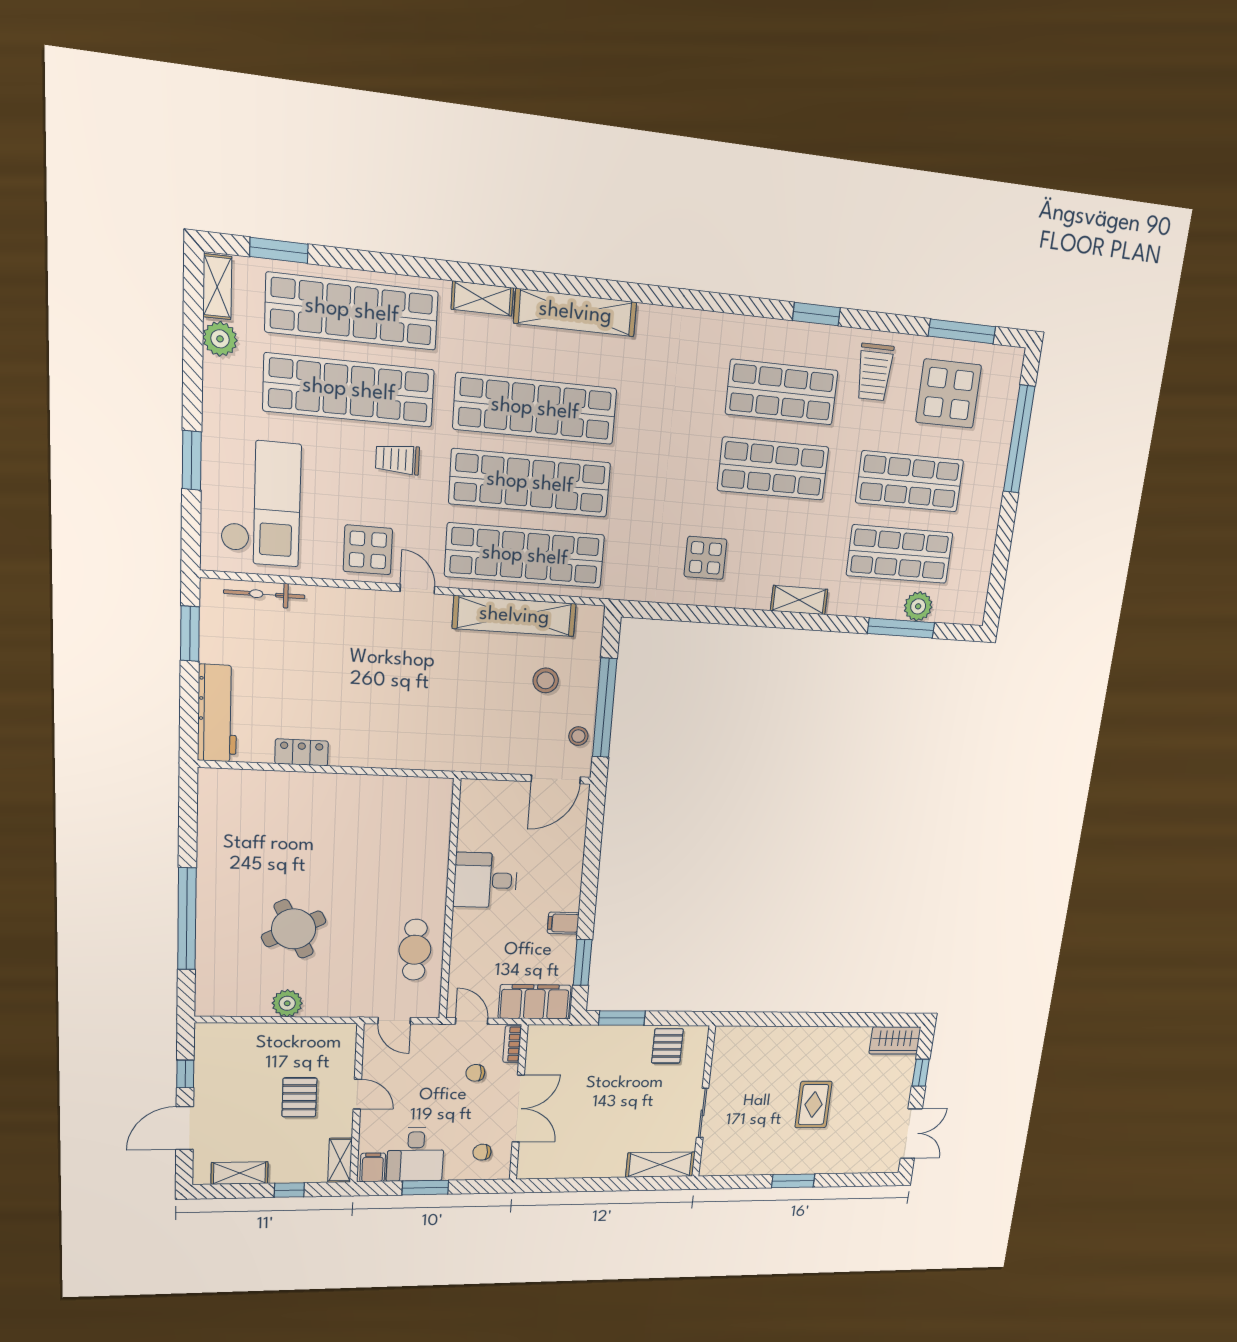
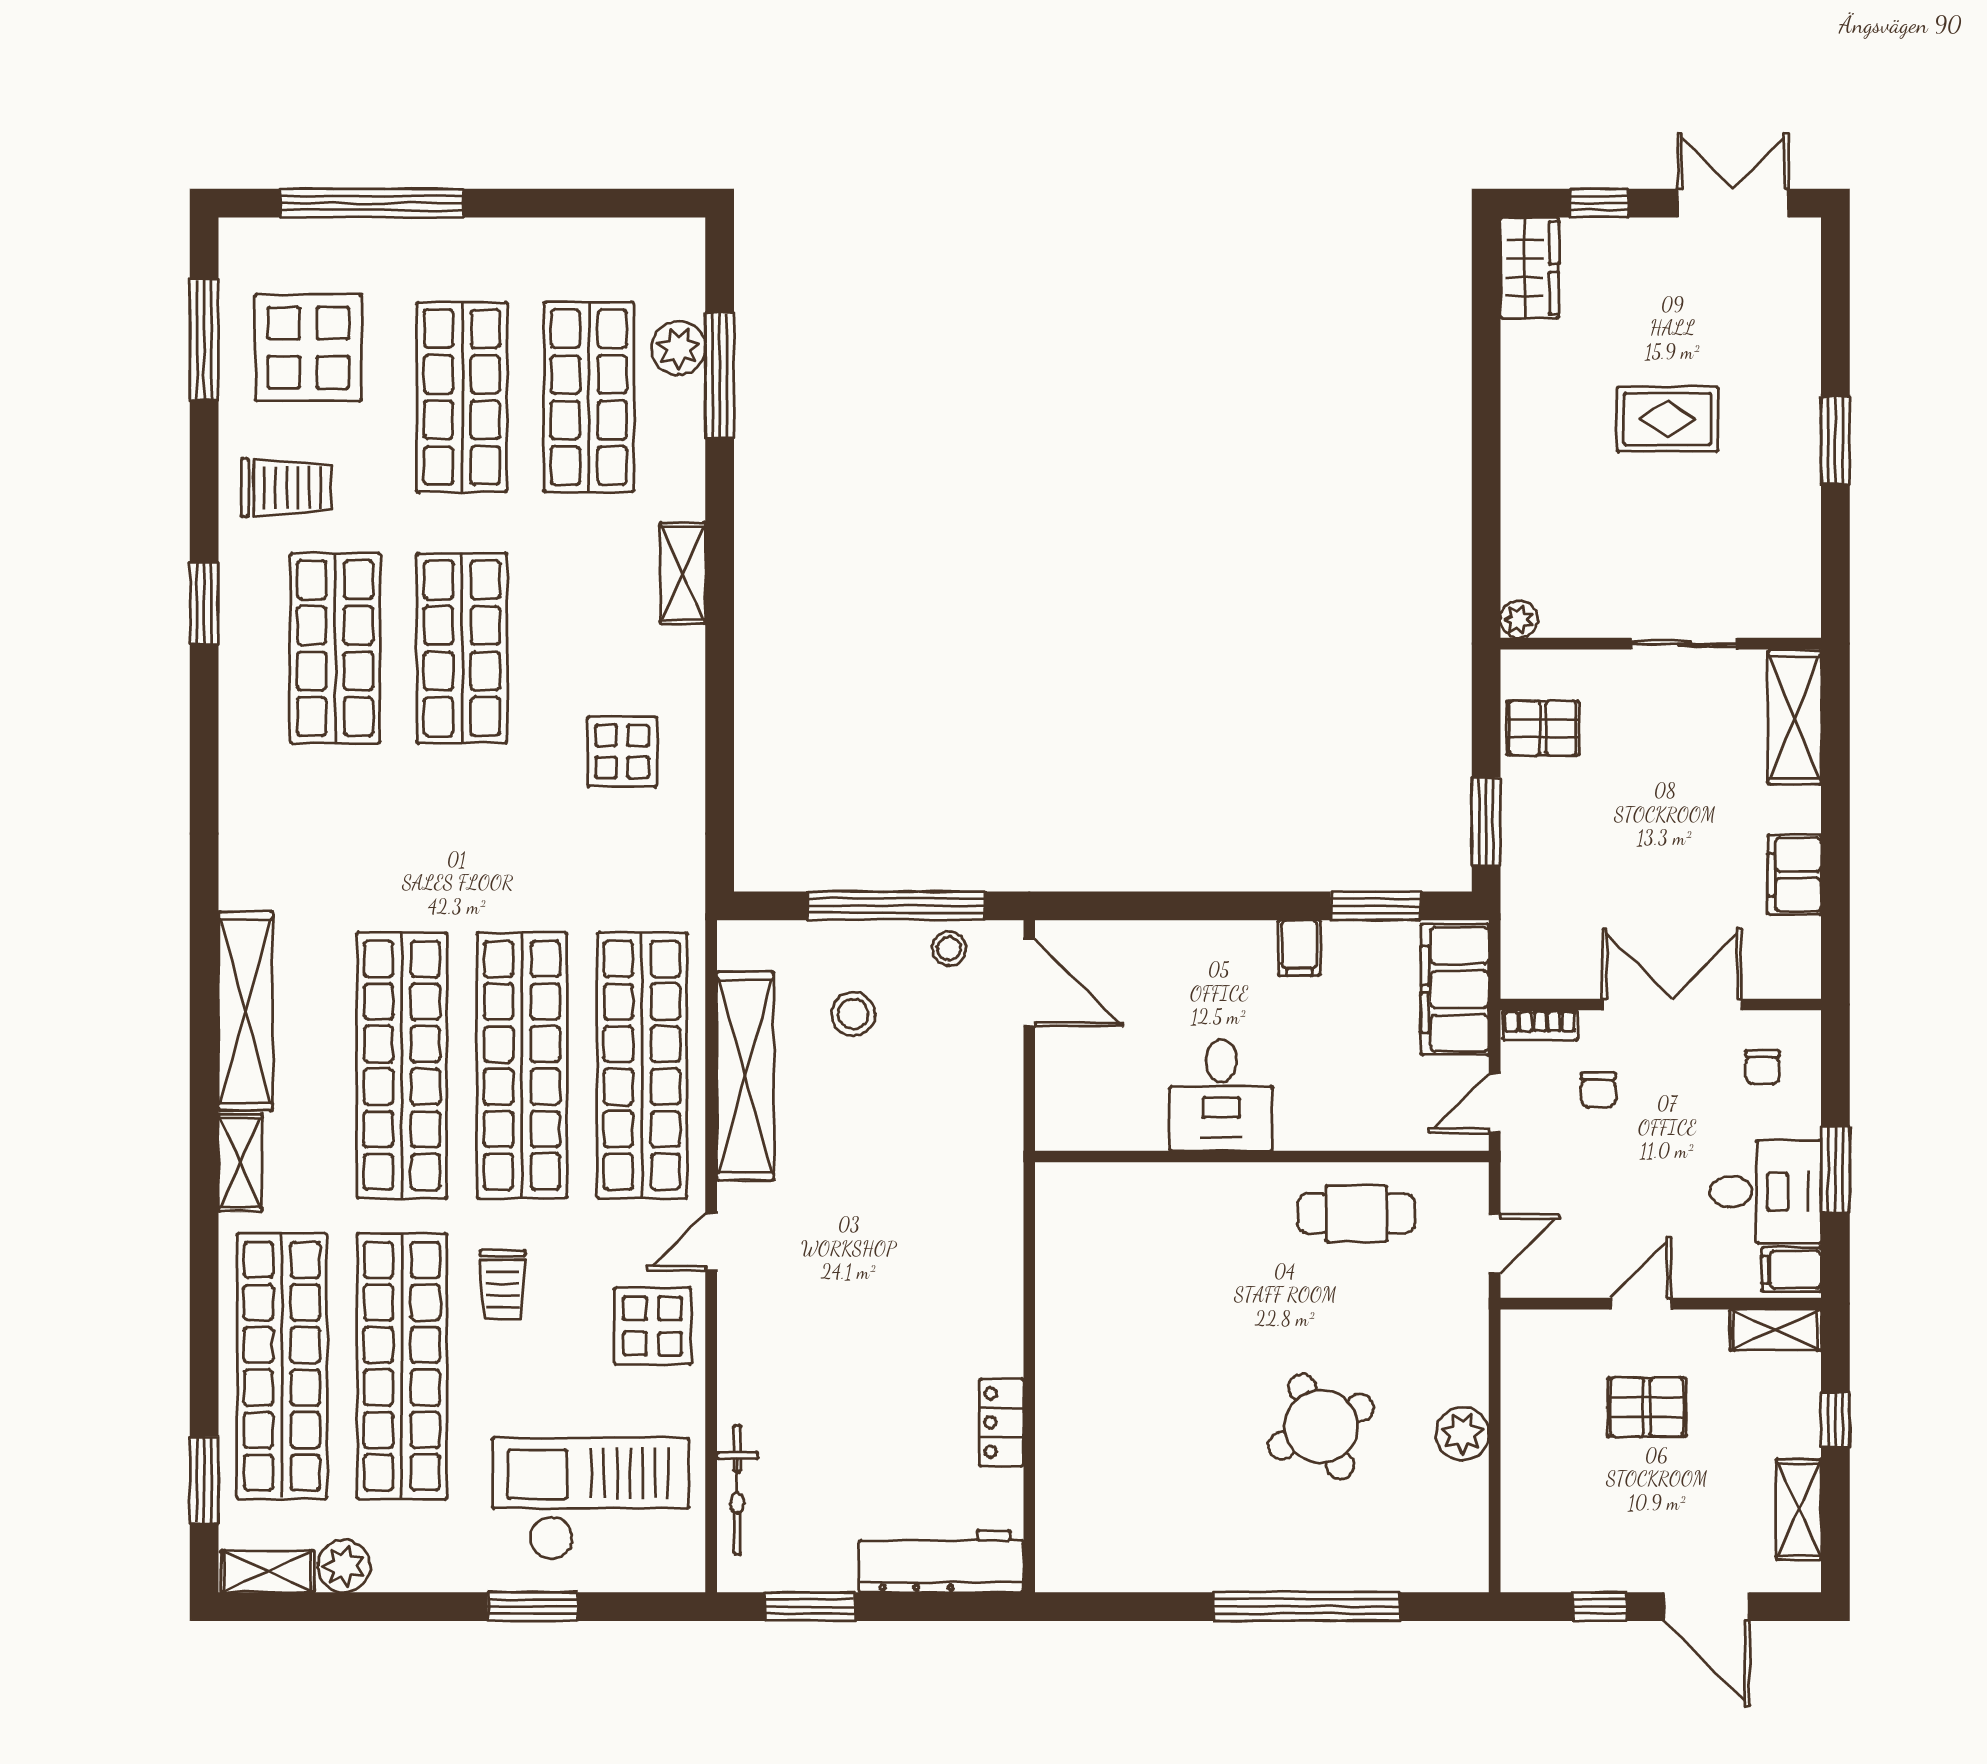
plant: (724, 1035) -> (1519, 619), added
filing cabinet: (581, 1166) -> (1795, 875), added

